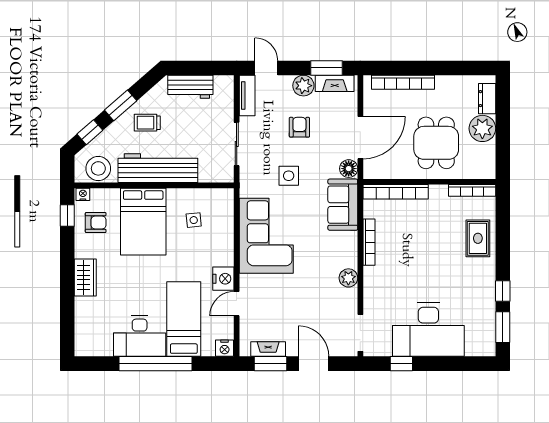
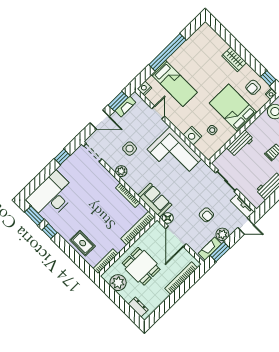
plant: (482, 128) -> (118, 283), moved
workbench: (158, 168) -> (240, 143), width x0.53, depth x0.76
side table: (289, 176) -> (130, 149), moved
nightstand: (223, 279) -> (192, 136), moved
desk: (428, 330) -> (52, 196), moved
desk: (140, 336) -> (186, 57), removed

